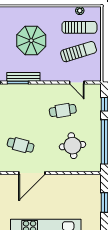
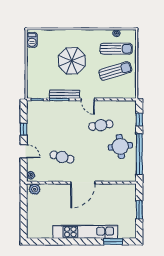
door: (77, 83) -> (88, 99), moved
round table: (72, 146) -> (120, 146), moved
door: (32, 173) -> (83, 183), moved

